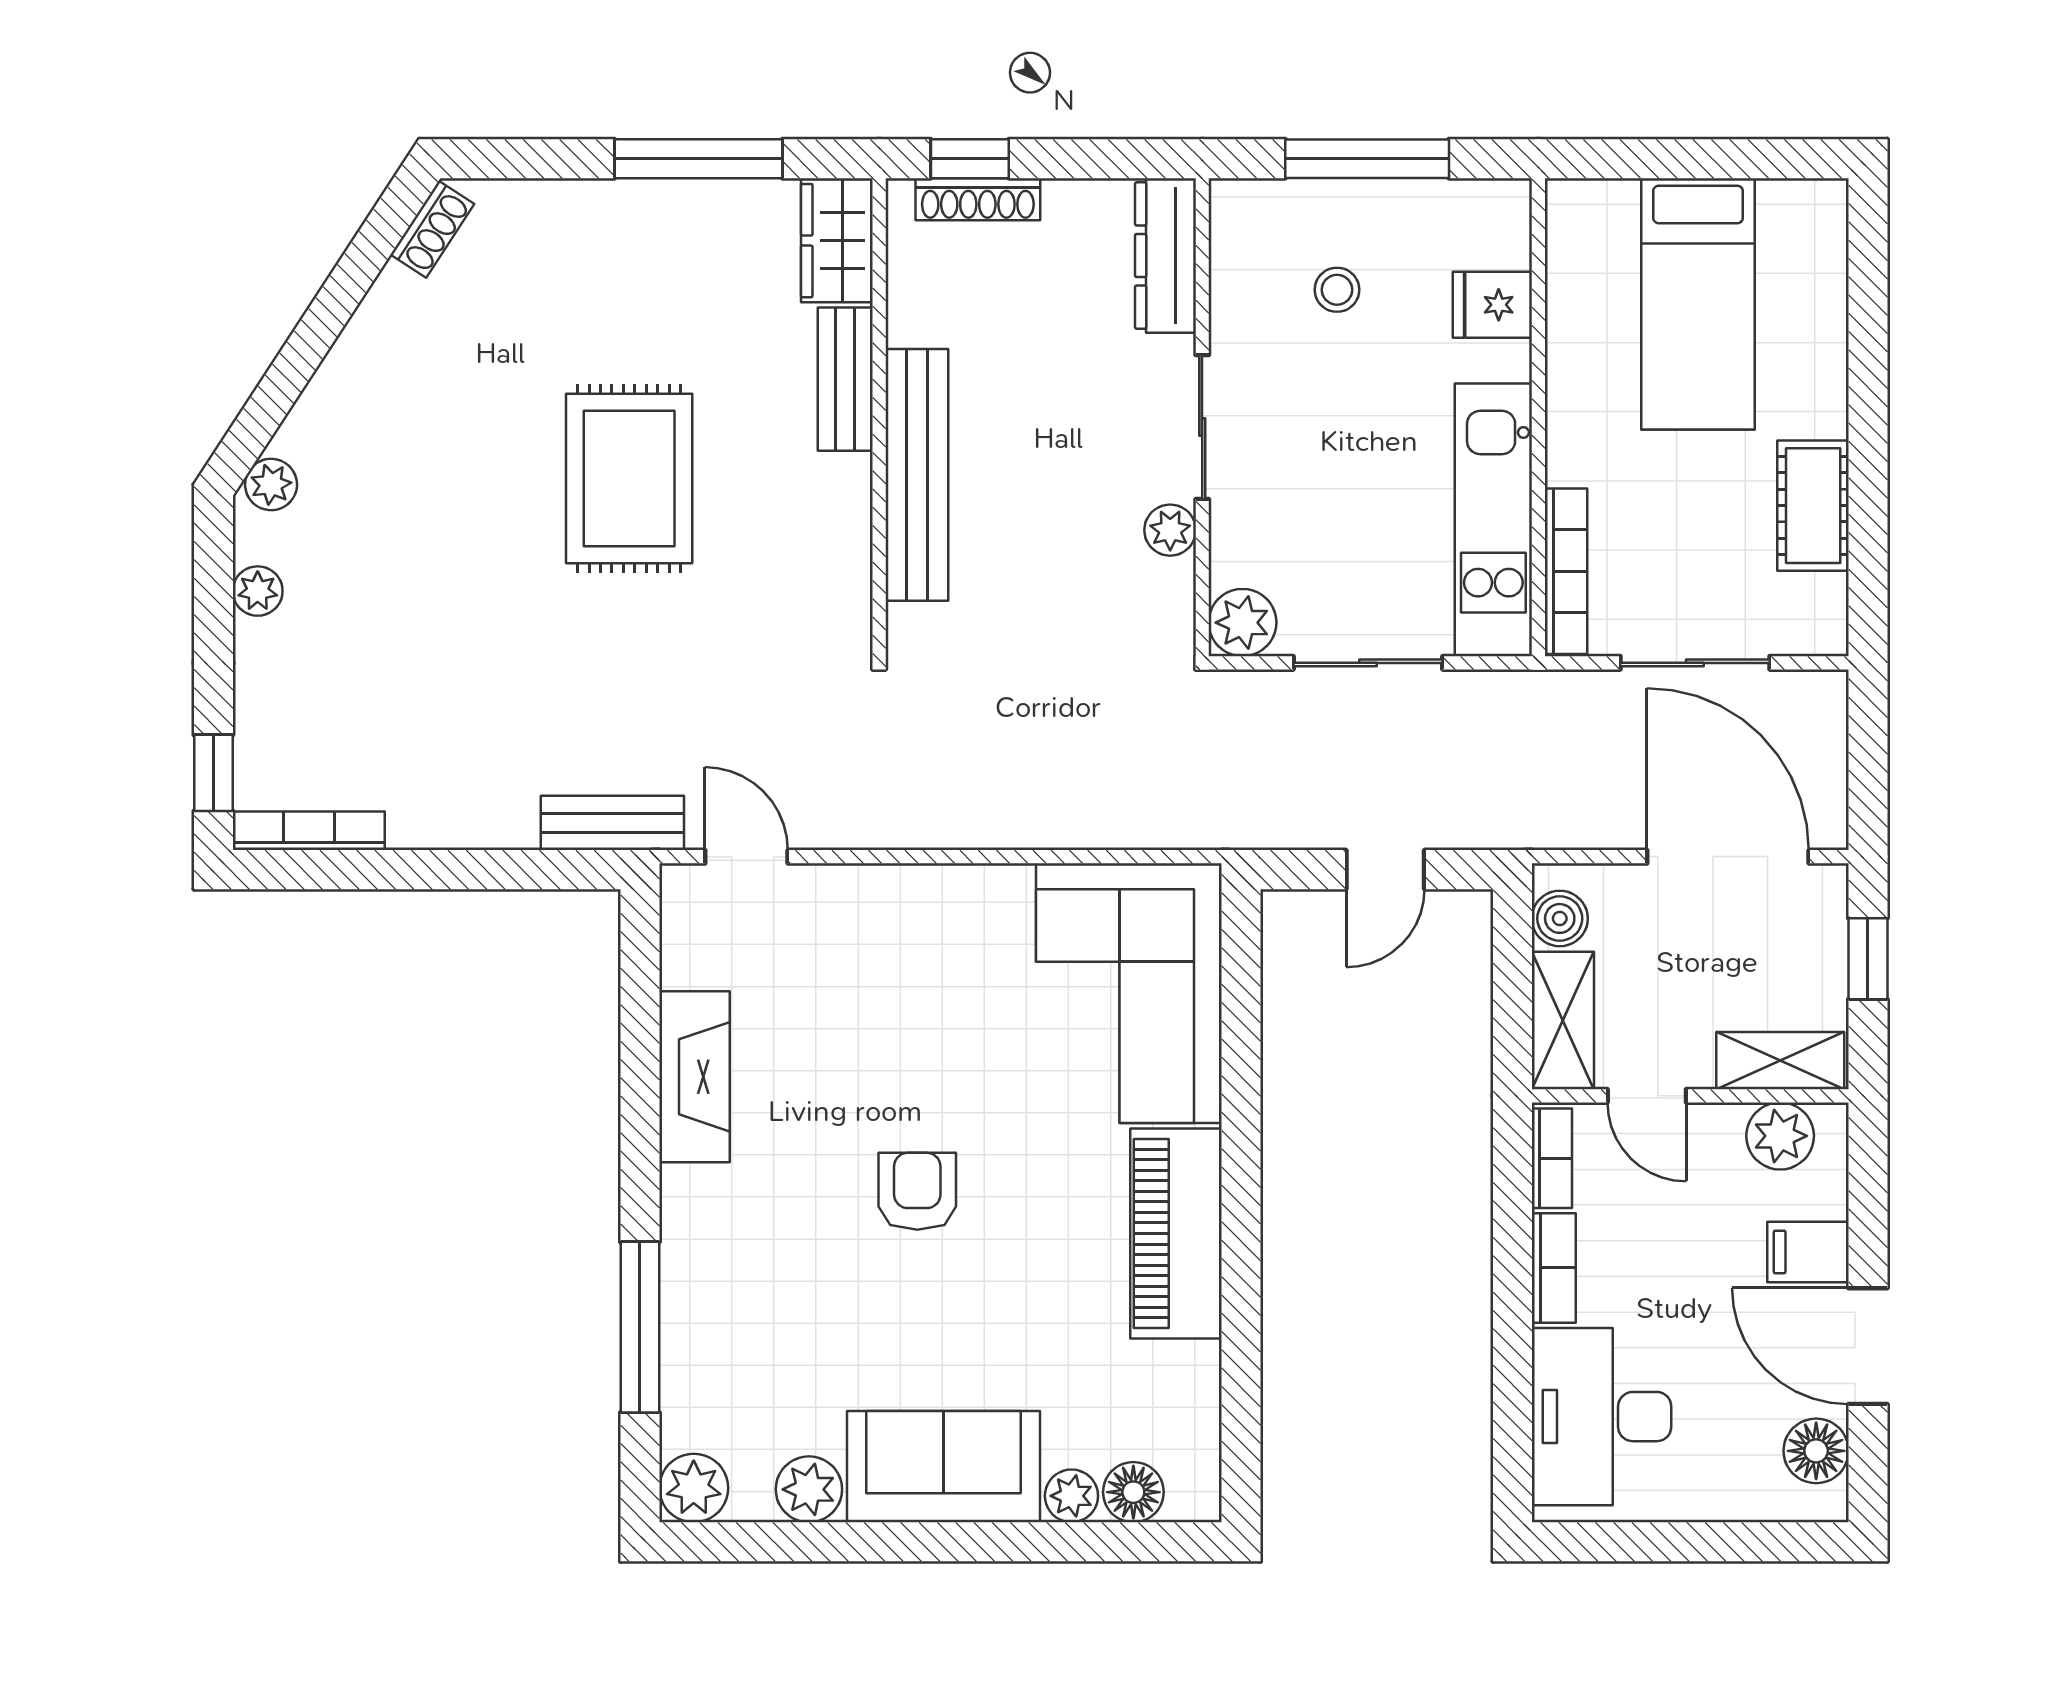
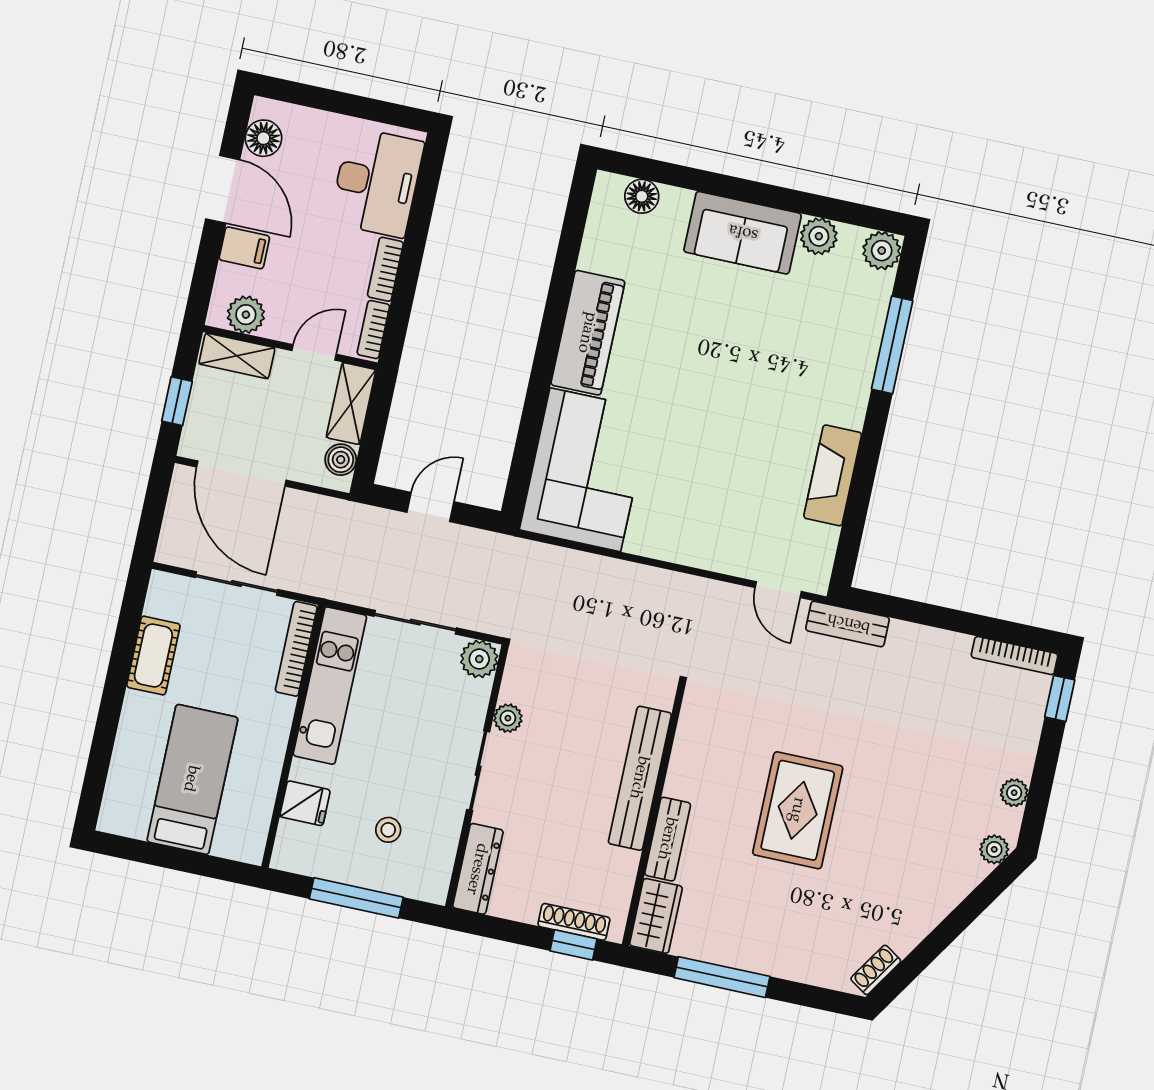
door: (1647, 1096) -> (314, 352), hinge flipped
armchair: (917, 1191) -> (724, 386), removed
plant: (1071, 1496) -> (676, 202), removed

